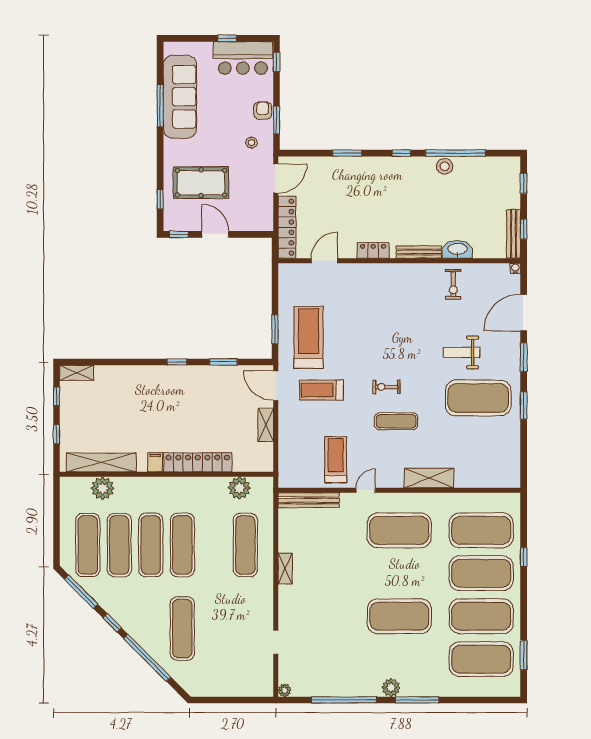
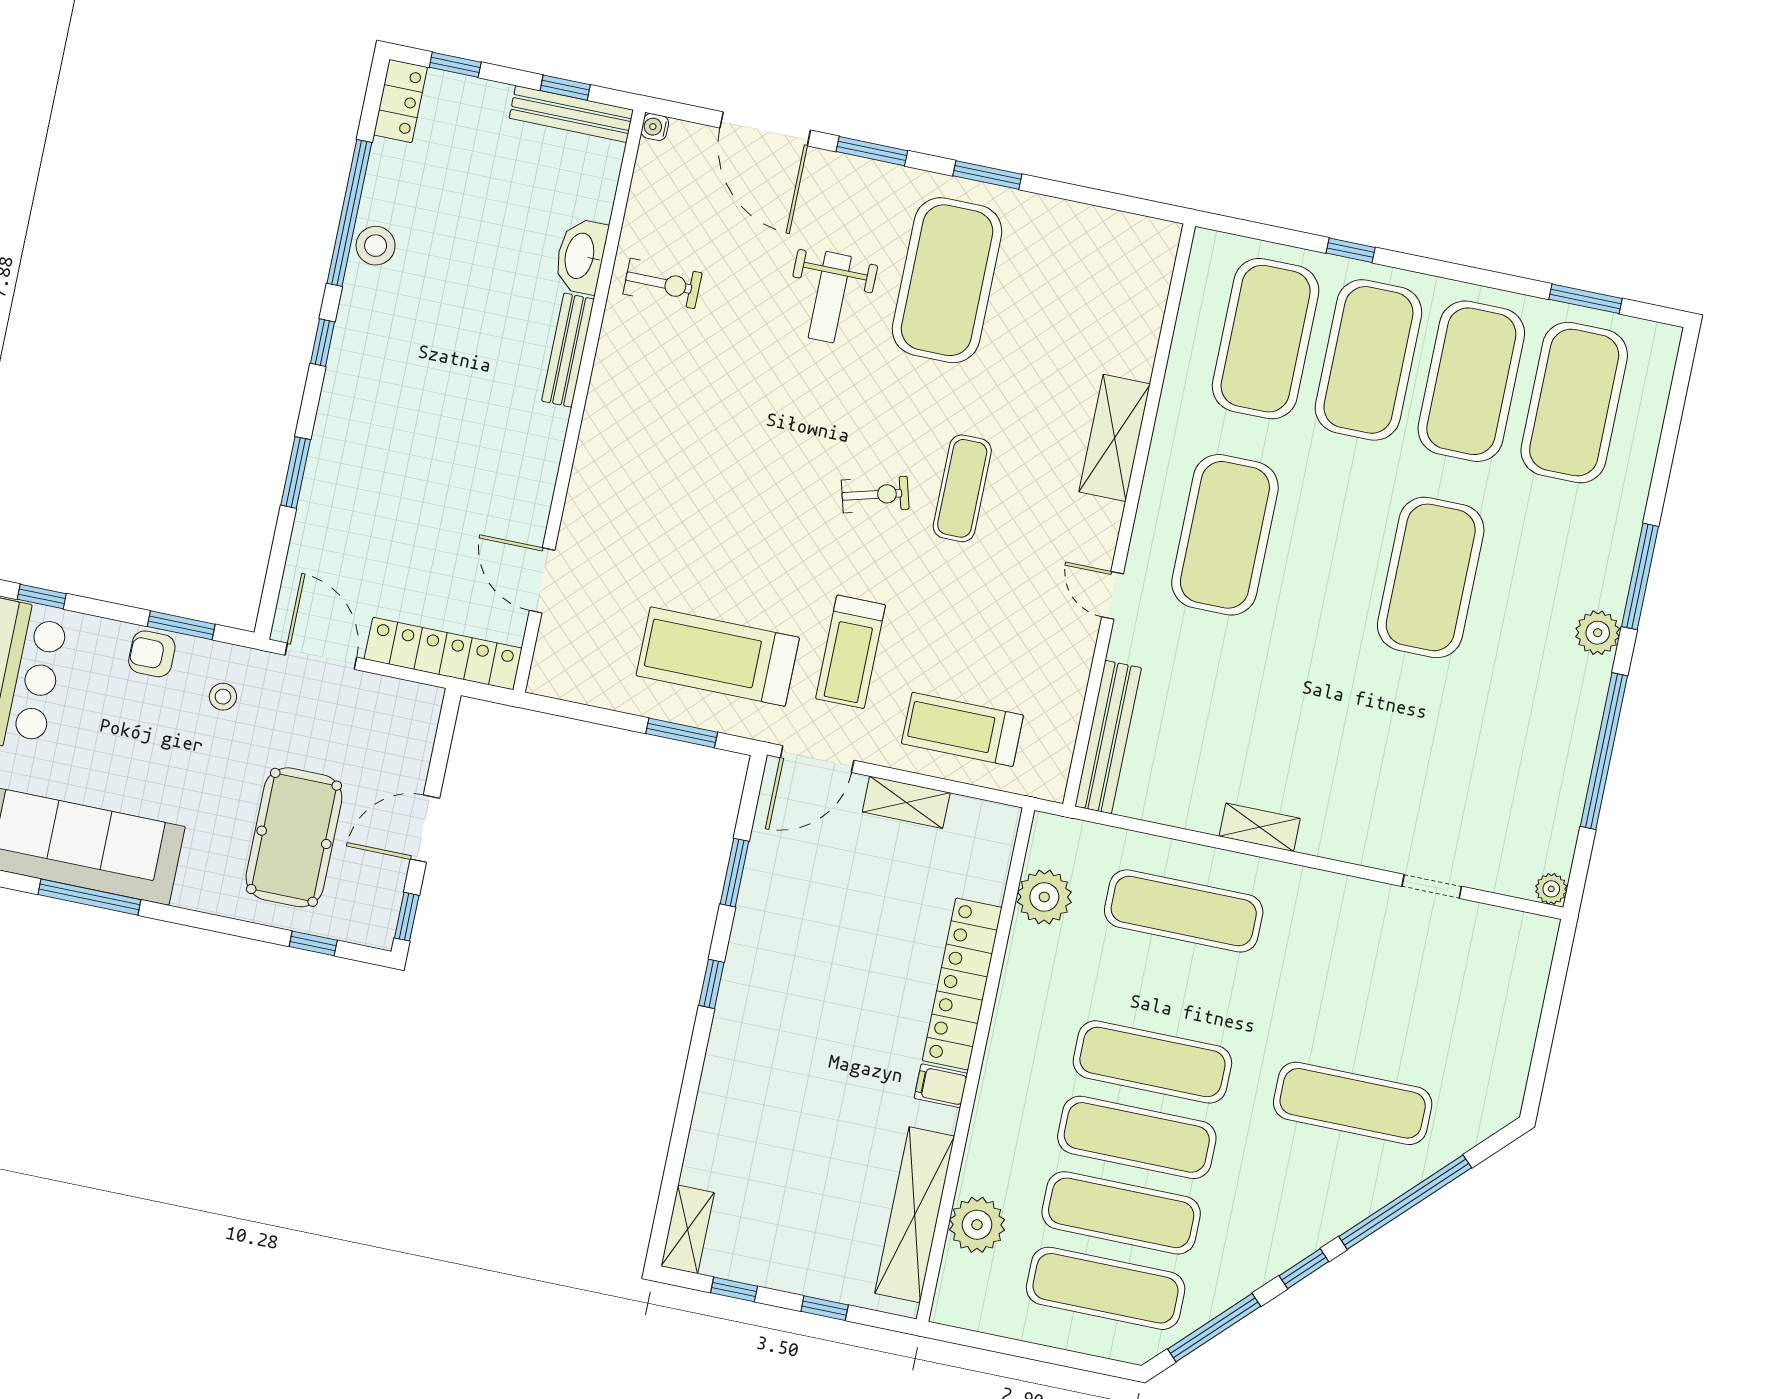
locker: (373, 250) -> (400, 101), moved, turned 180
exercise bike: (386, 387) -> (875, 495), turned -105
treadmill: (336, 460) -> (962, 729), moved

